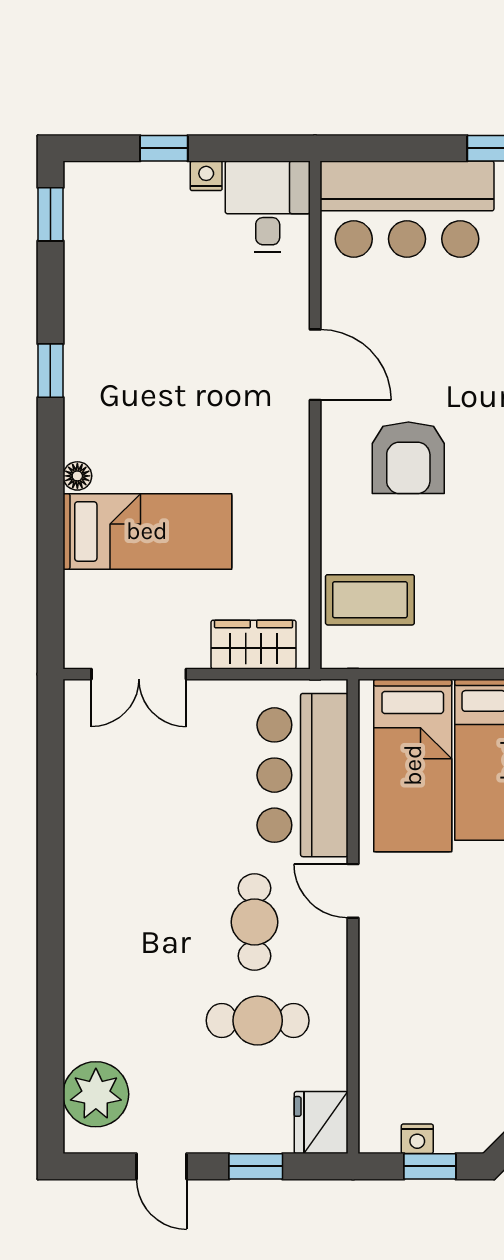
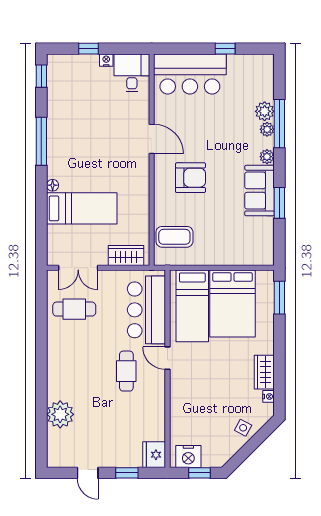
window: (50, 371) -> (41, 141), width x2.17
armchair: (408, 458) -> (190, 178), turned -90
cafe table: (258, 1021) -> (74, 309), moved
plant: (96, 1094) -> (60, 414), moved
nightstand: (417, 1139) -> (188, 456), width x1.89, depth x1.79

